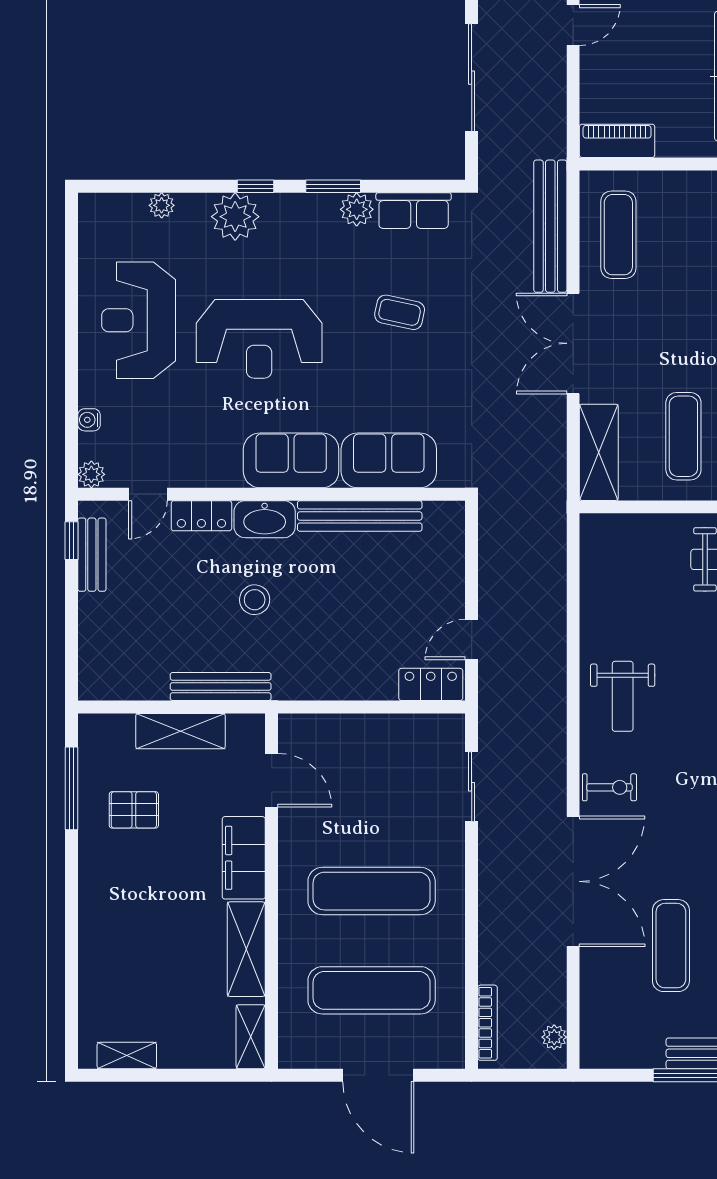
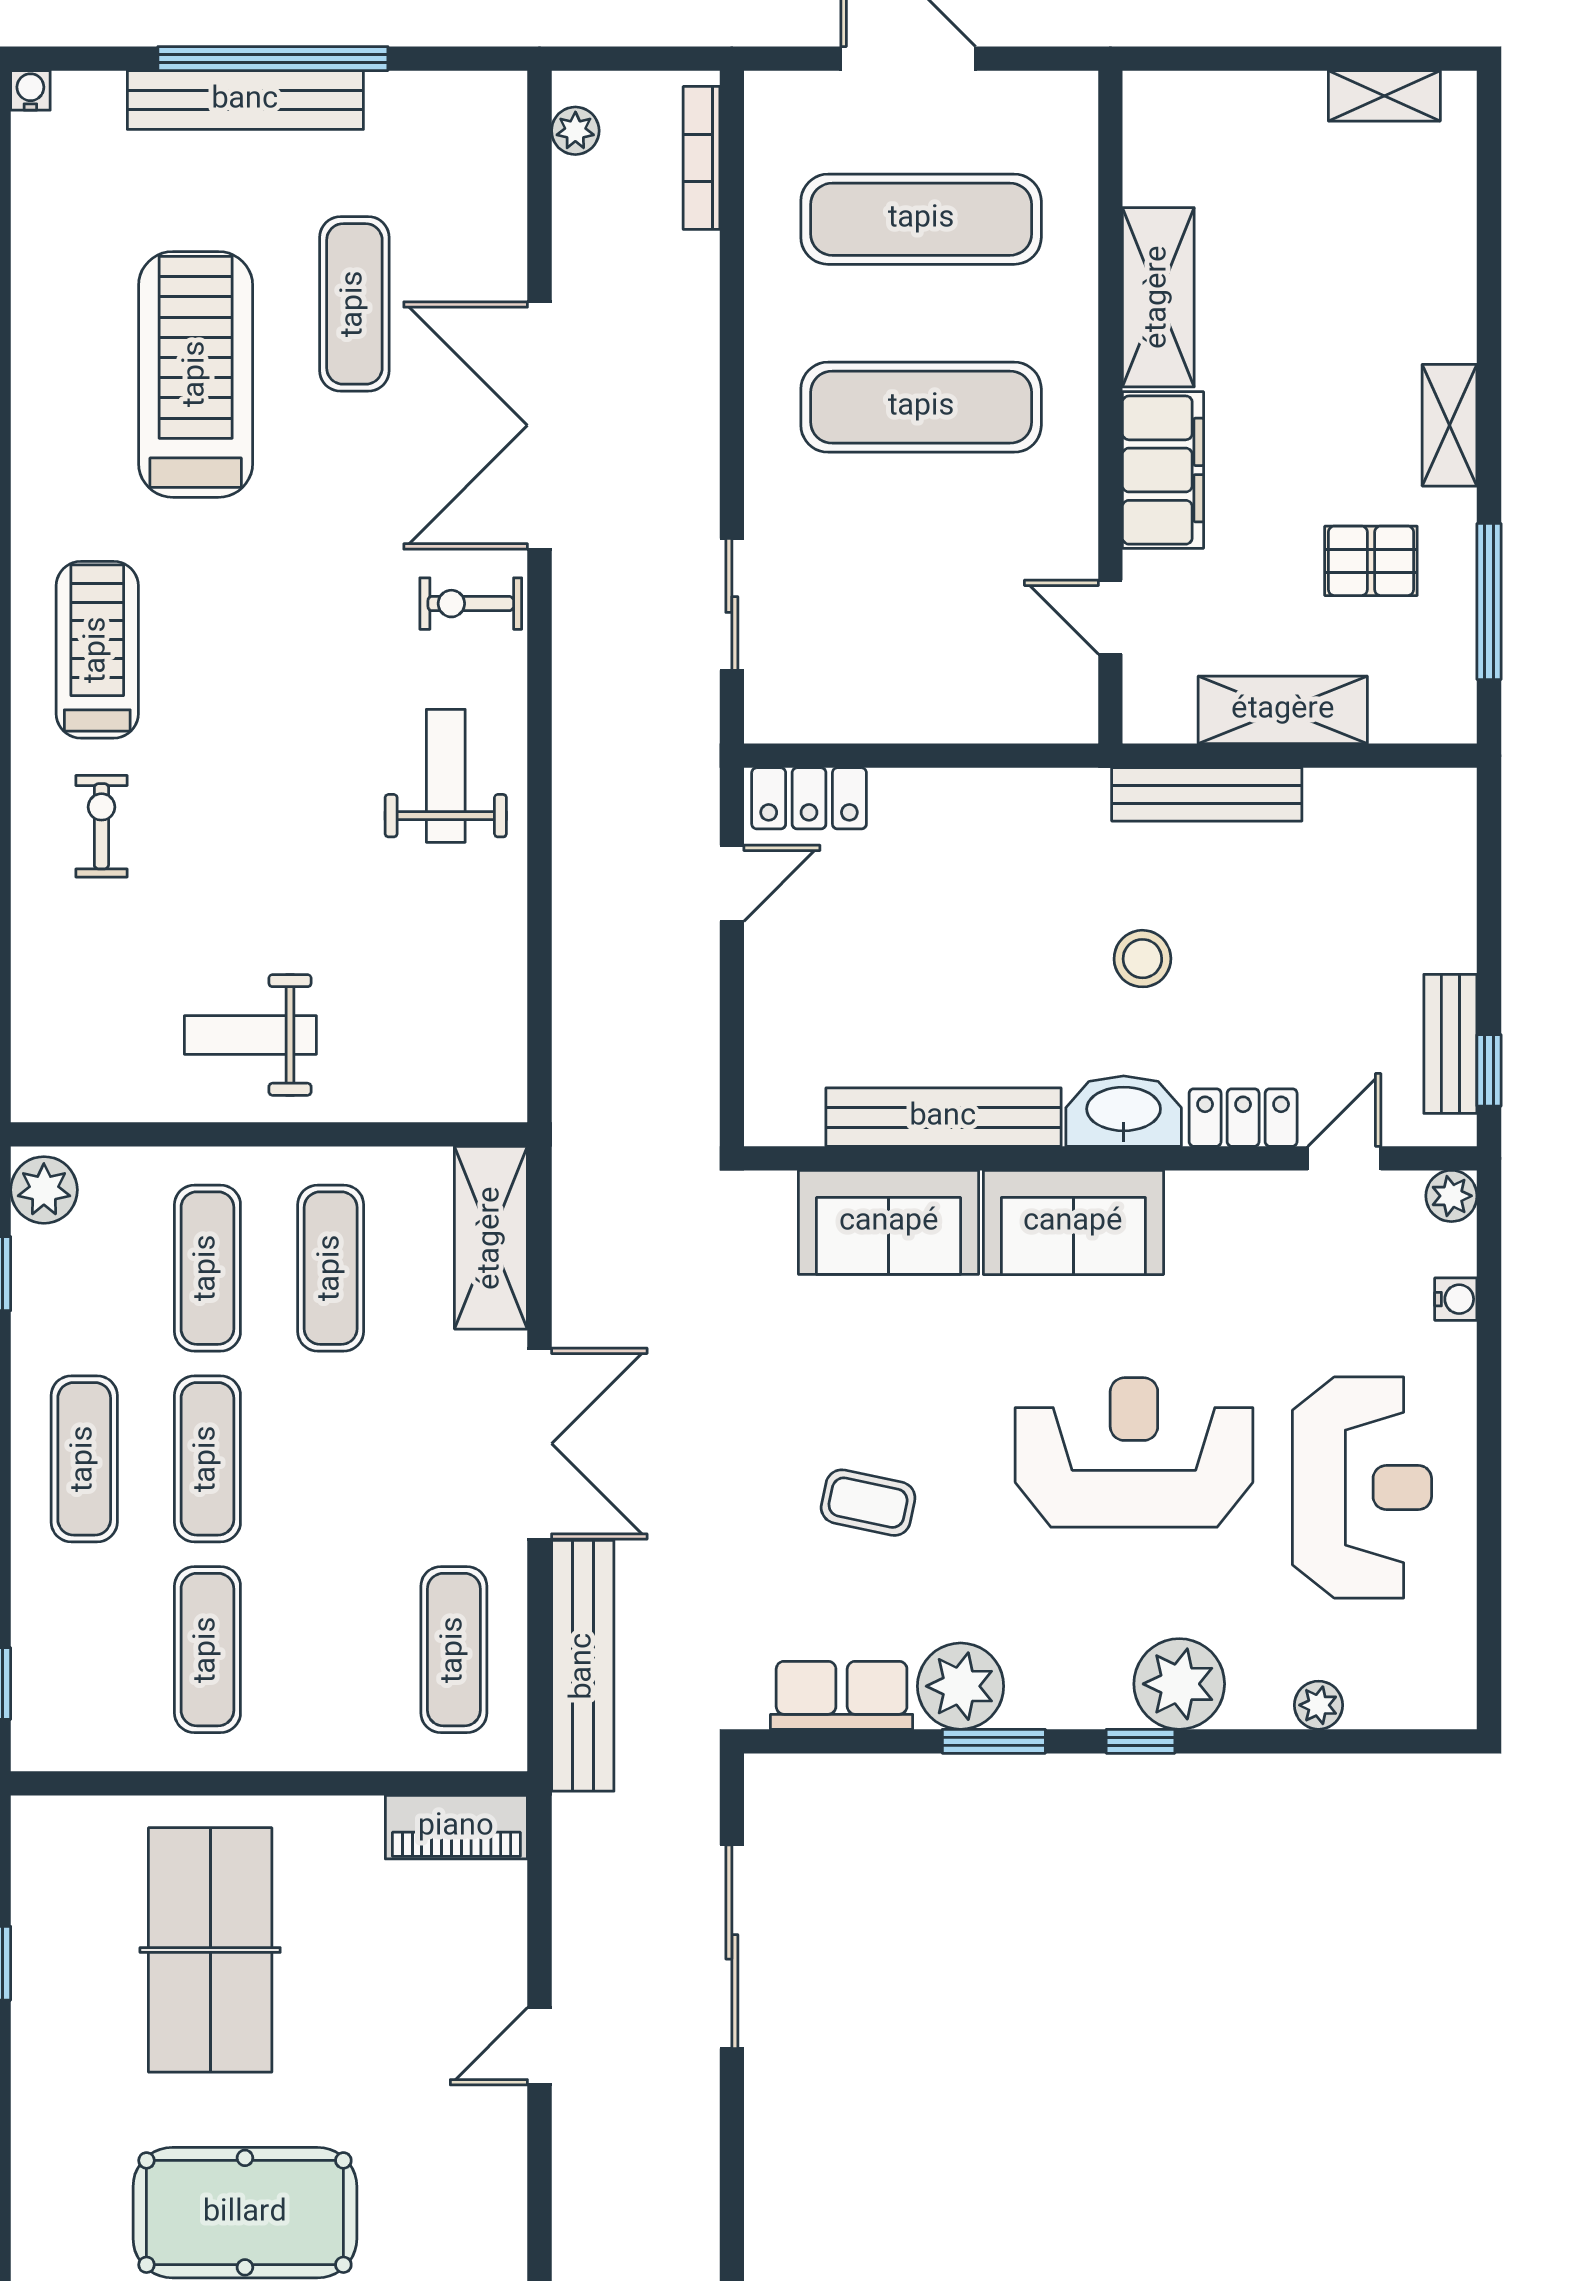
plant: (357, 209) -> (961, 1686), width x1.36, depth x1.36
door: (272, 780) -> (1110, 617), width x0.73
shelving: (251, 1037) -> (1450, 425), moved

